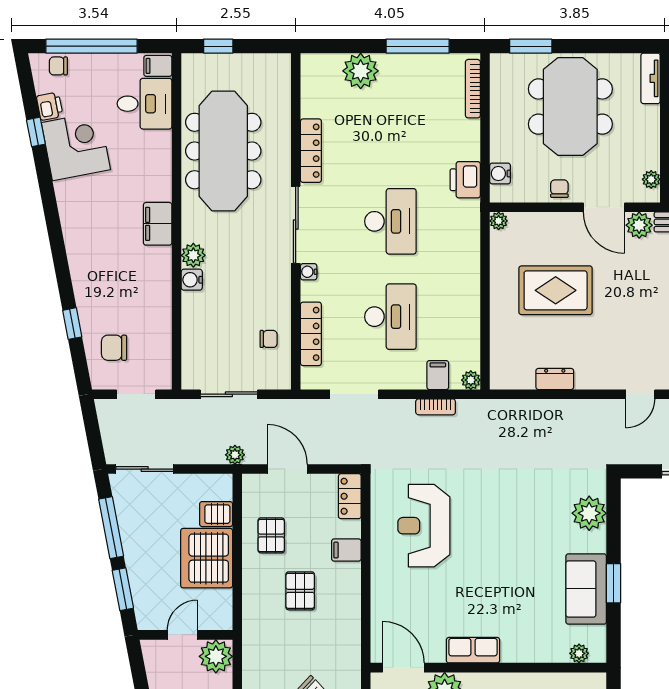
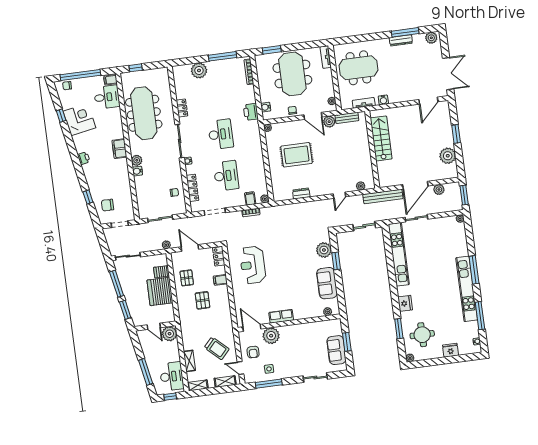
printer: (50, 106) -> (84, 158), moved
locker: (311, 151) -> (182, 108), width x0.66
window: (613, 583) -> (336, 261), moved
door: (182, 635) -> (154, 326), swing flipped

